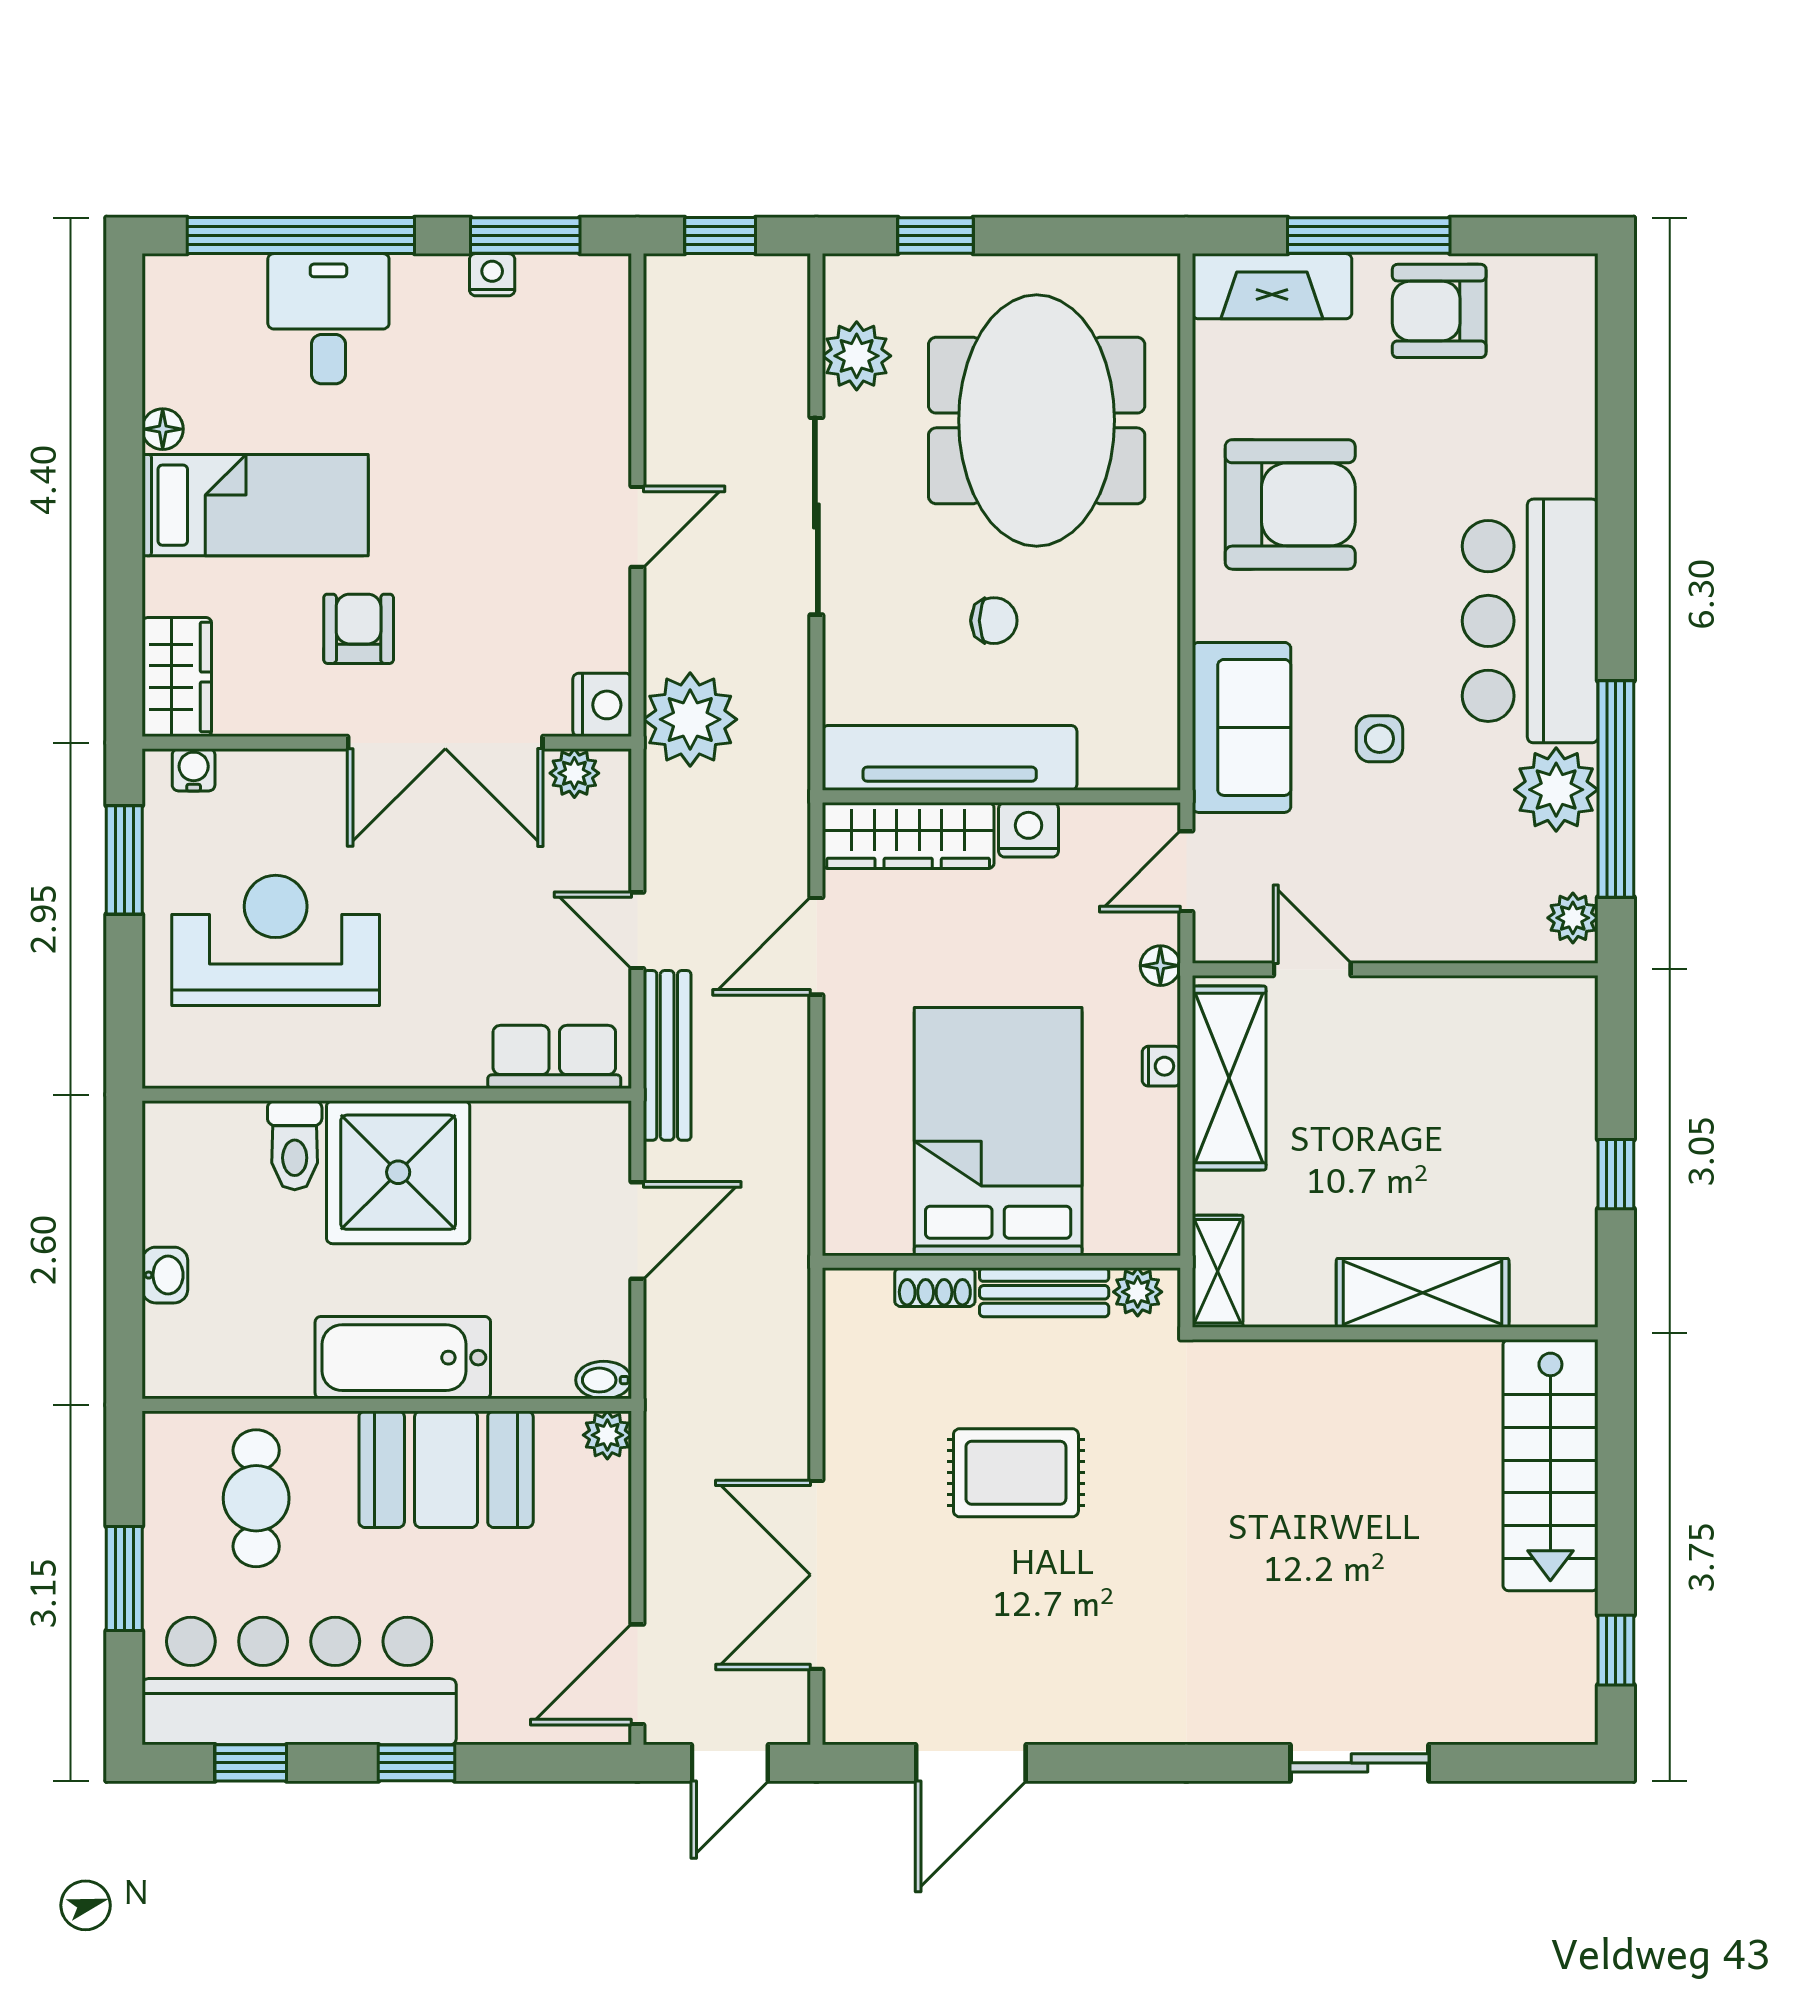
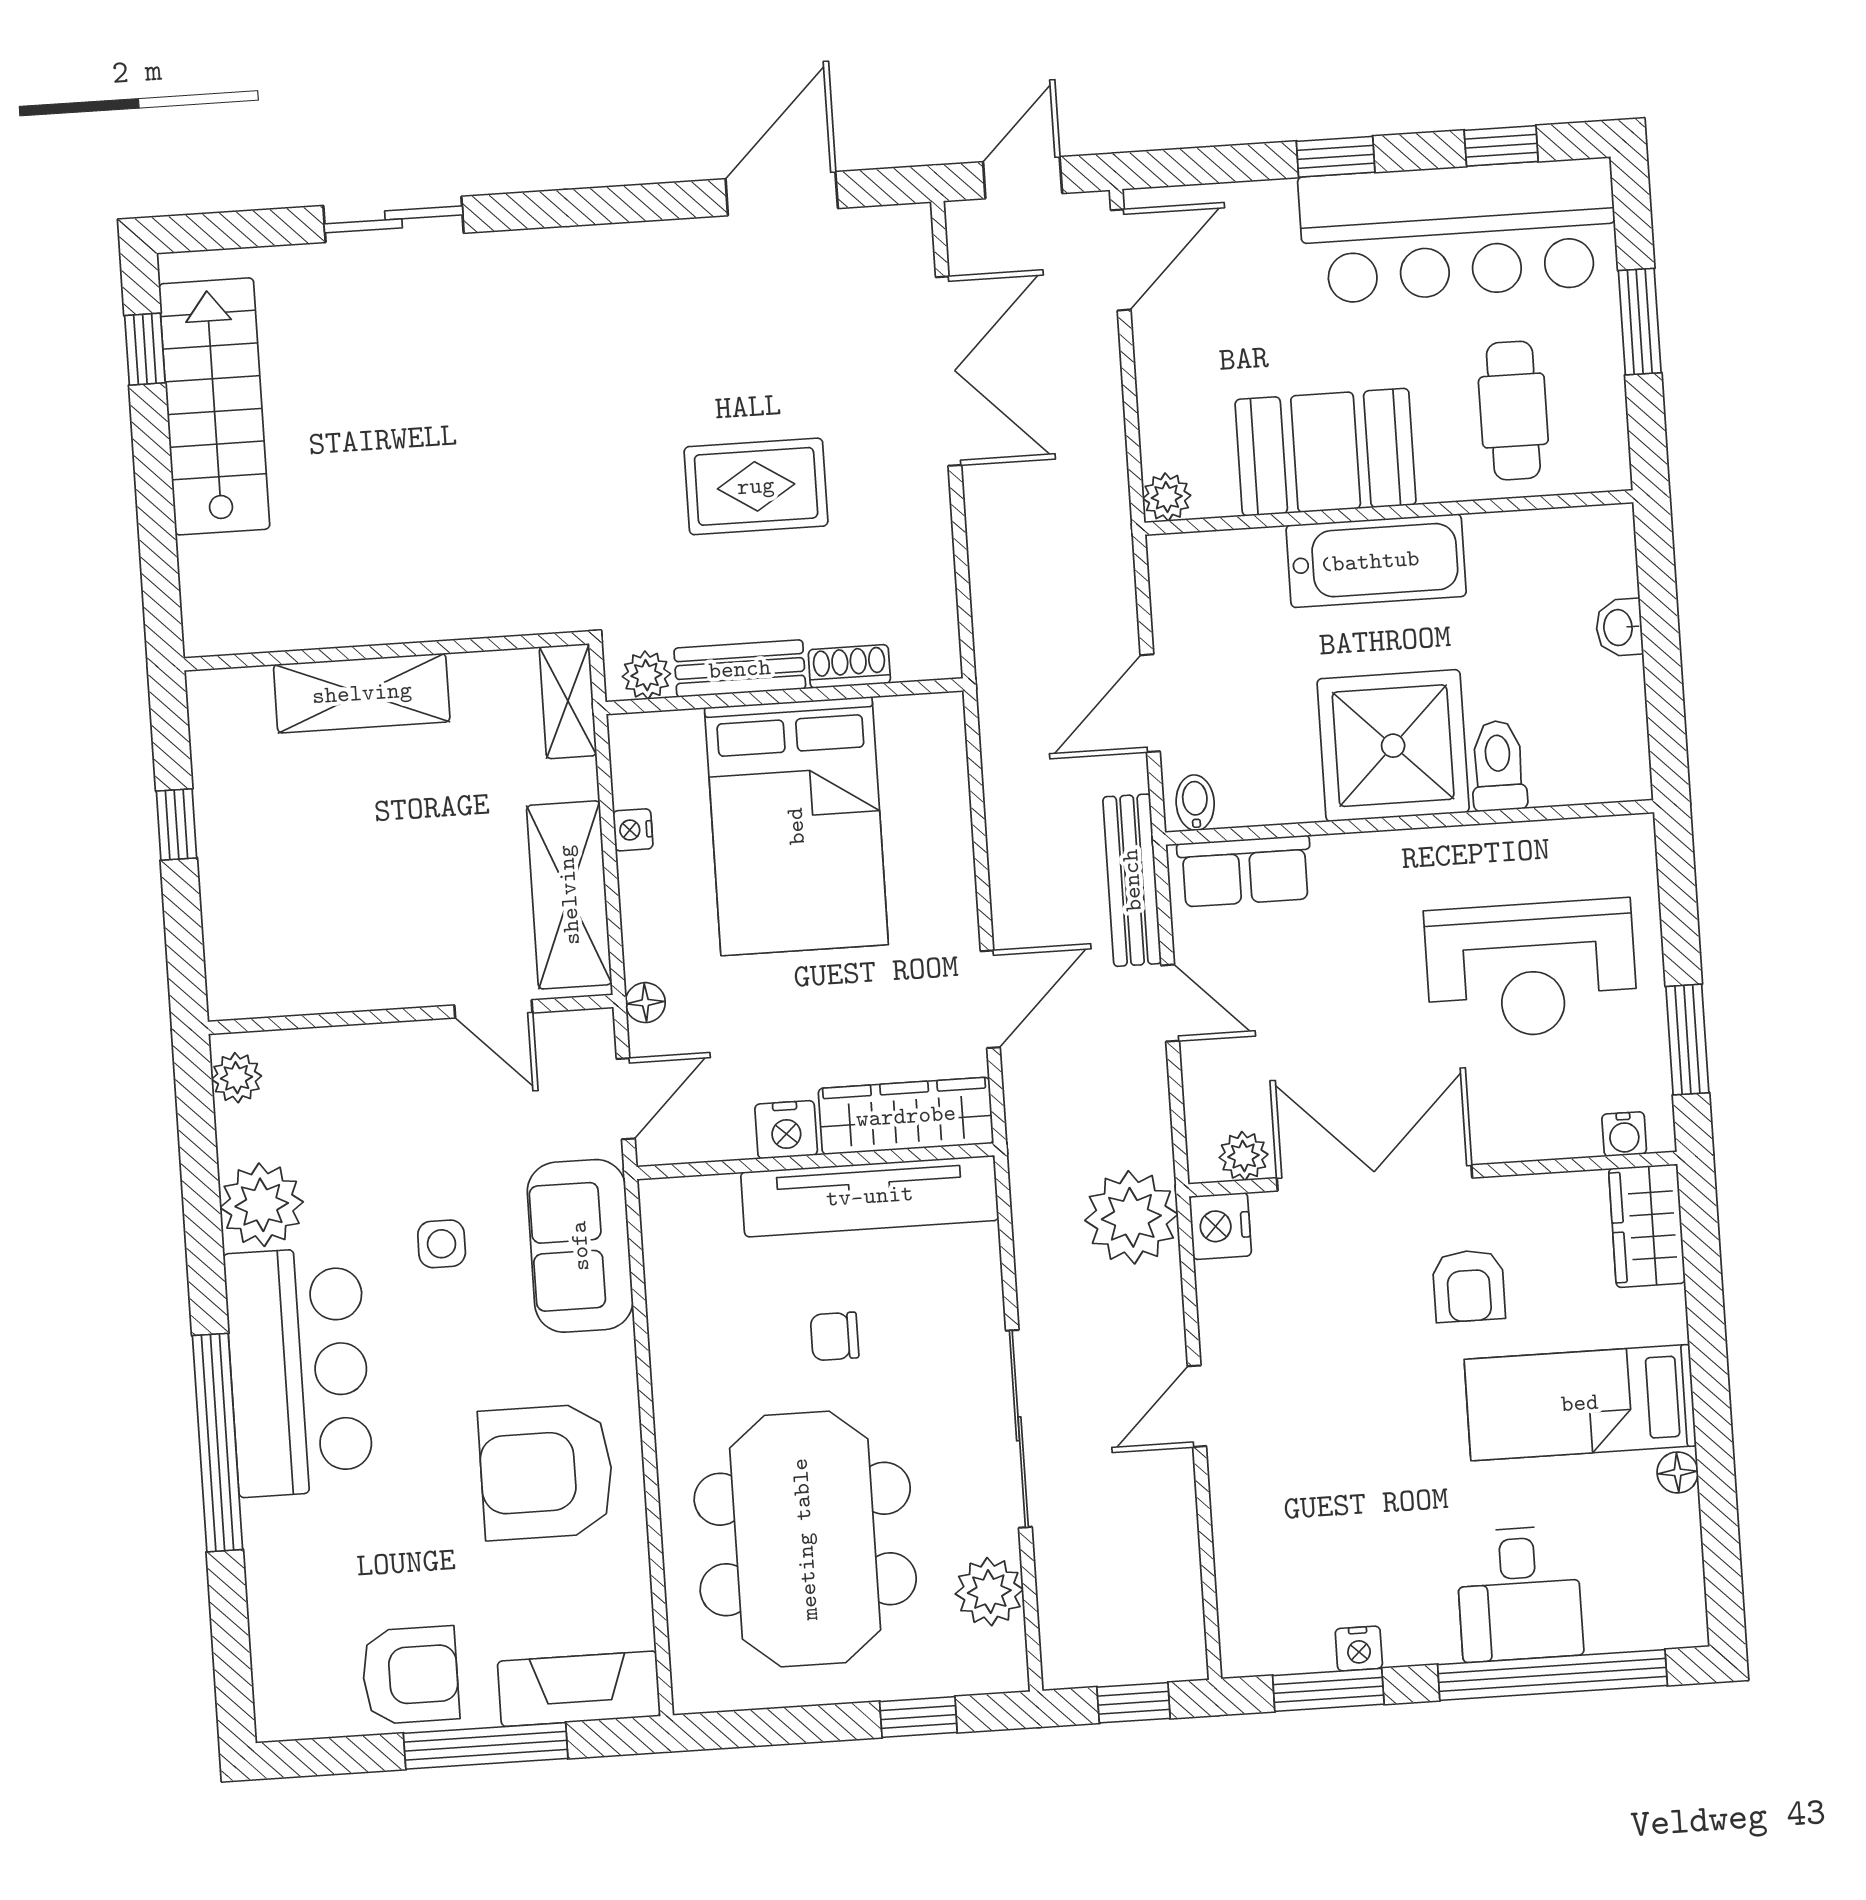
window: (1616, 789) -> (218, 1443), moved
nightstand: (1161, 1066) -> (633, 830), moved
bidet: (604, 1380) -> (1195, 803), moved, turned -90
stairs: (1550, 1465) -> (214, 406), moved

